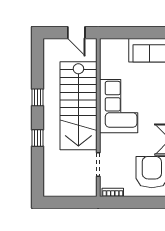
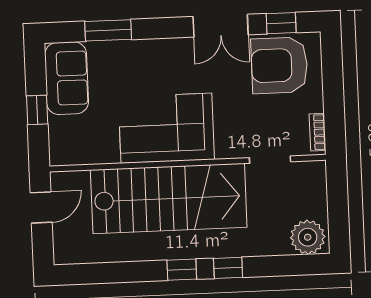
window: (132, 33) -> (37, 110), added
window: (37, 97) -> (182, 270), moved
plant: (53, 184) -> (308, 237), added

